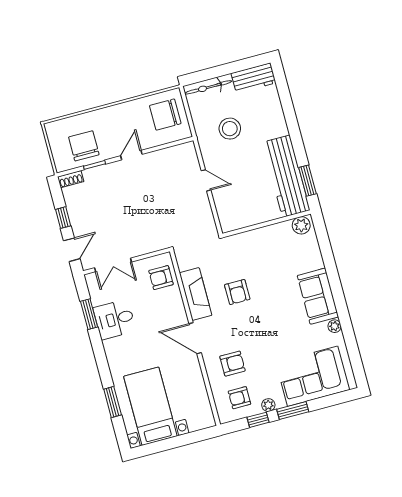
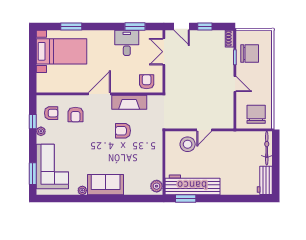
stool: (230, 129) -> (188, 144), moved
armchair: (239, 398) -> (51, 113), turned 90
window: (293, 411) -> (33, 174), moved

